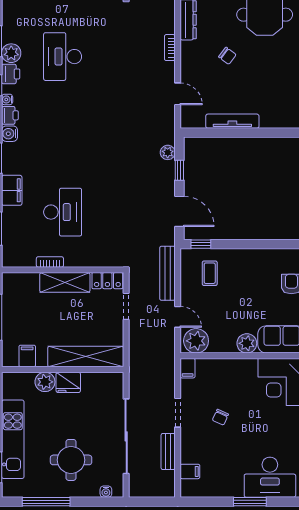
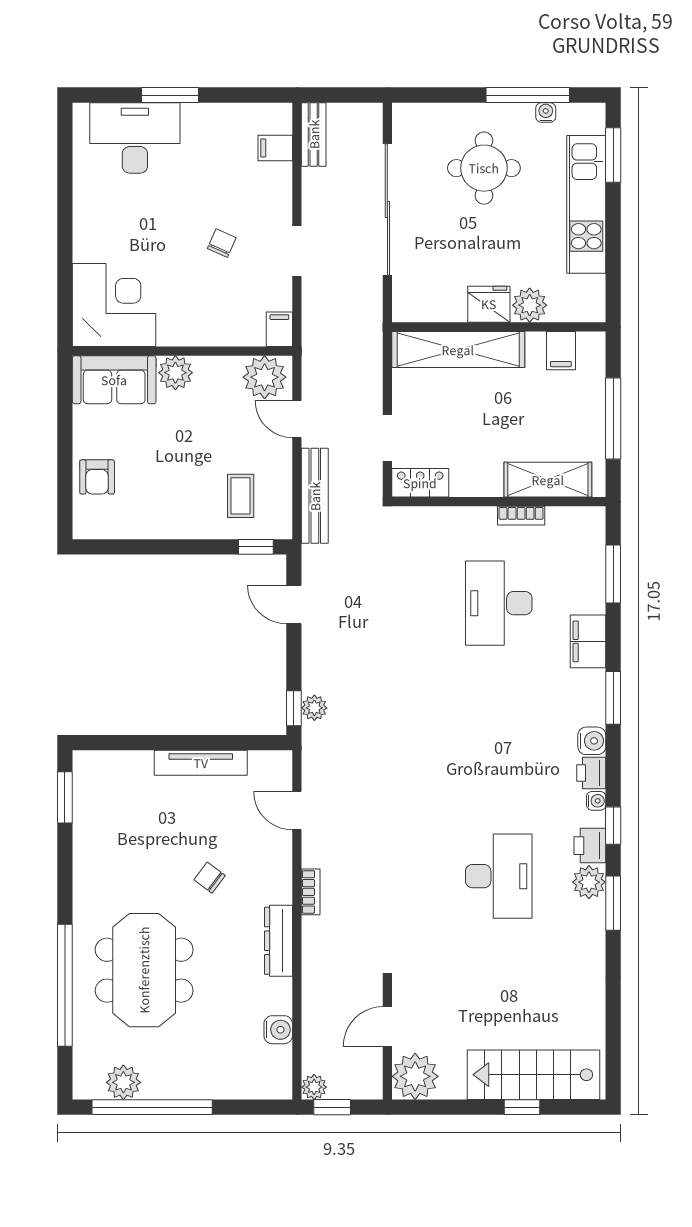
window: (179, 170) -> (294, 708), moved
door: (179, 211) -> (294, 604), width x0.73
shelving: (65, 282) -> (548, 480), moved
bench: (168, 452) -> (314, 134), moved
water cooler: (106, 492) -> (546, 112), moved

